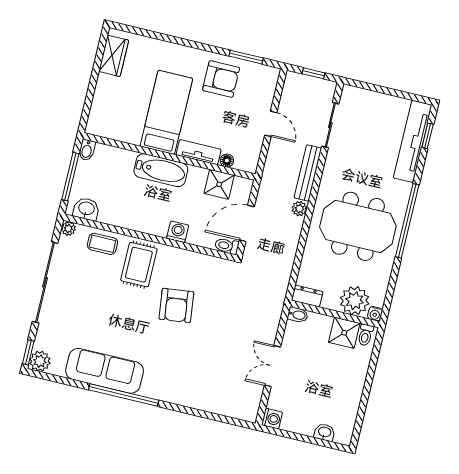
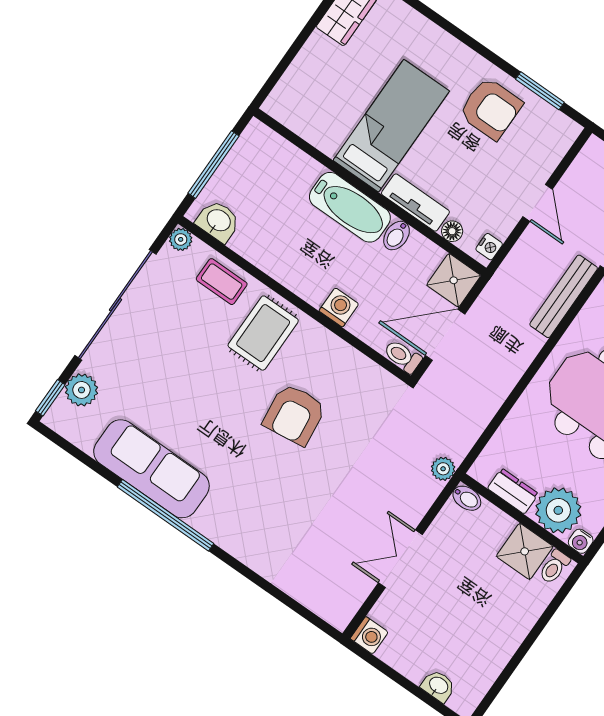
bidet: (87, 150) -> (397, 236), moved
nightstand: (252, 161) -> (489, 247), added
shower: (219, 184) -> (454, 280), moved
plant: (299, 209) -> (443, 469), moved
dresser: (307, 296) -> (513, 491), moved
plant: (40, 361) -> (81, 390), moved

